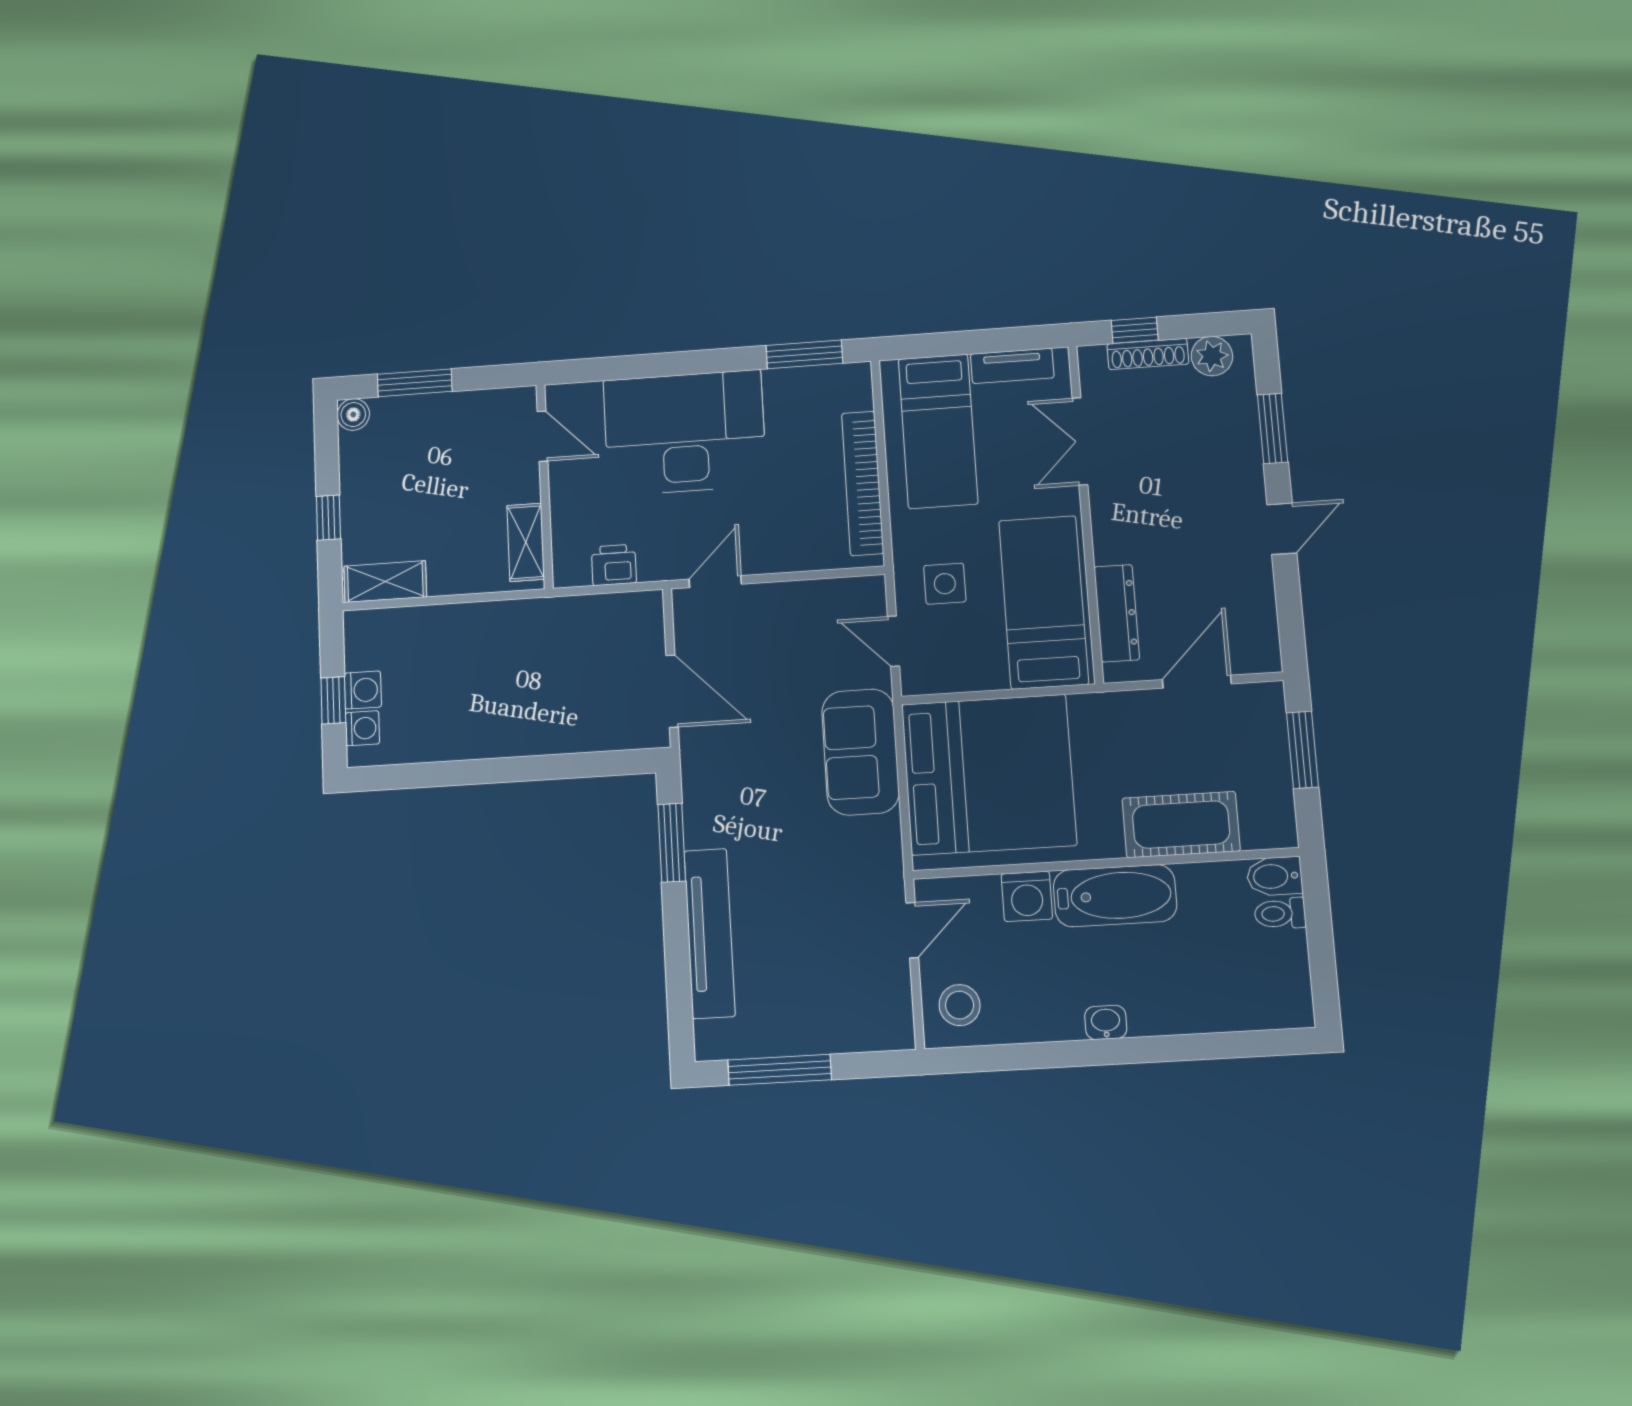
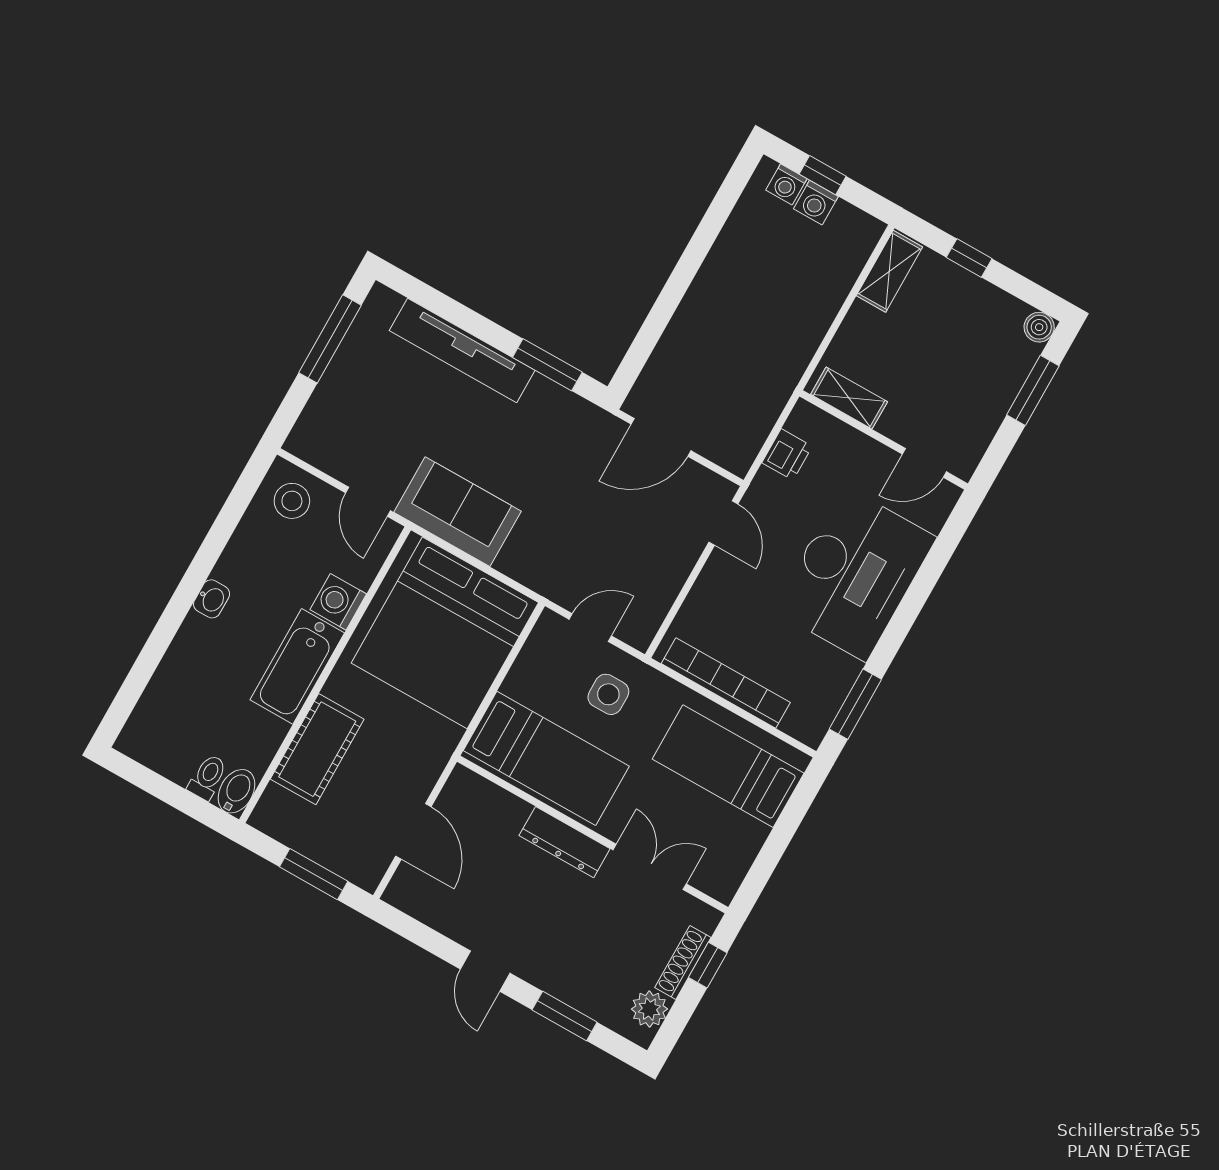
tv unit: (1012, 366) -> (742, 855), removed
dresser: (1117, 613) -> (565, 842), moved
sofa: (861, 752) -> (458, 512), moved

